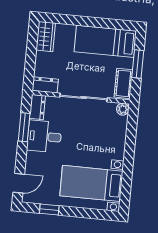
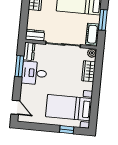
wardrobe: (118, 134) -> (89, 71), added
door: (19, 183) -> (15, 107), hinge flipped
window: (49, 210) -> (67, 130), moved

